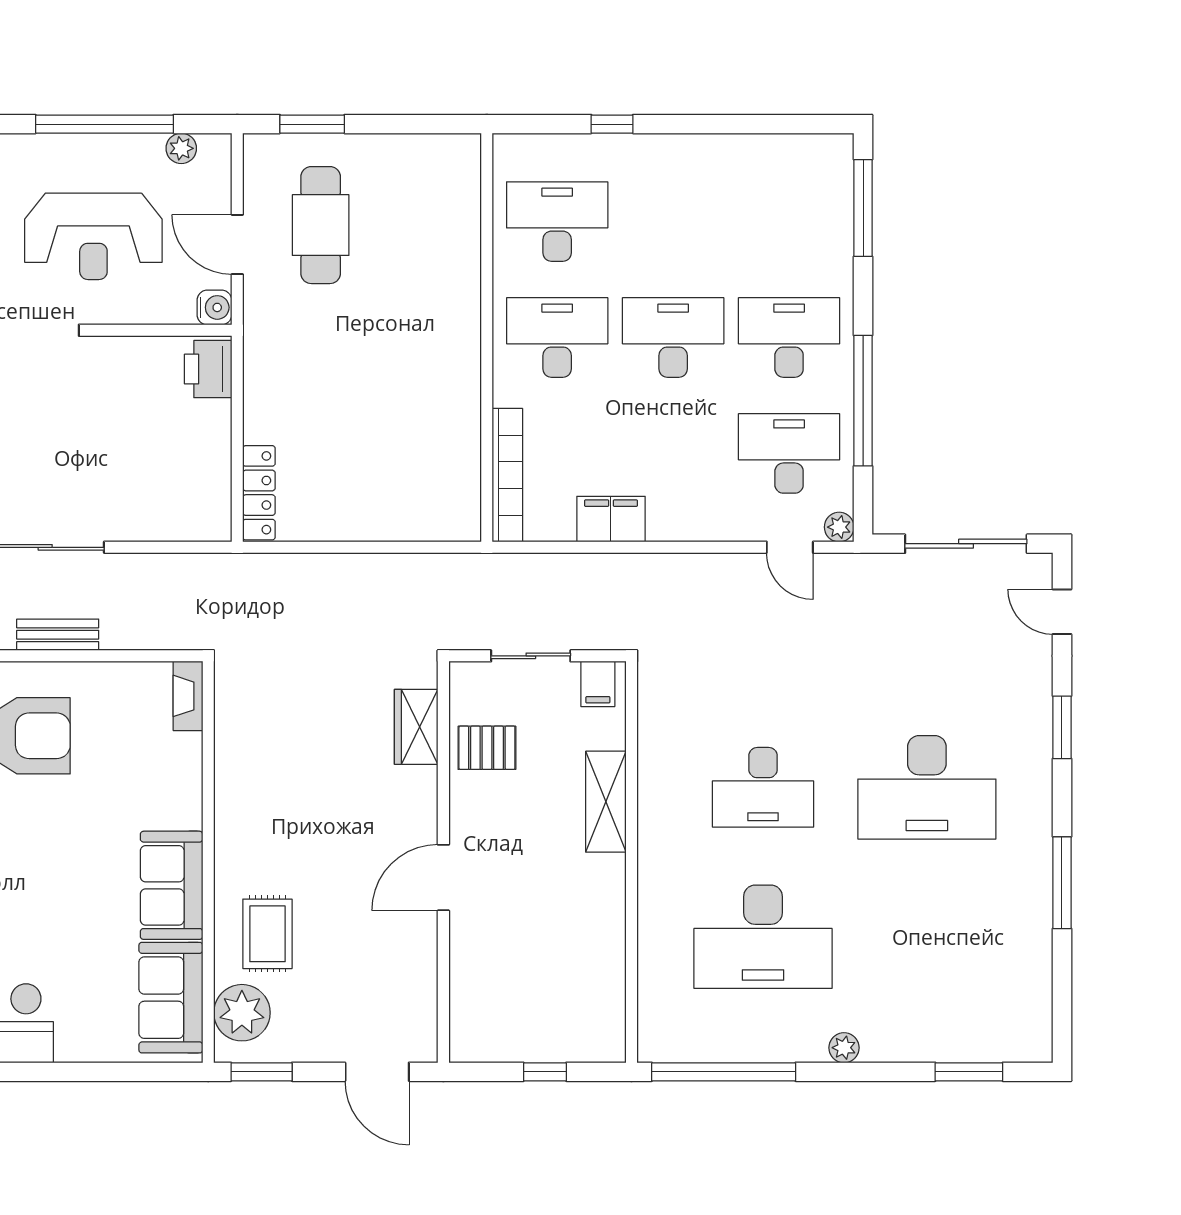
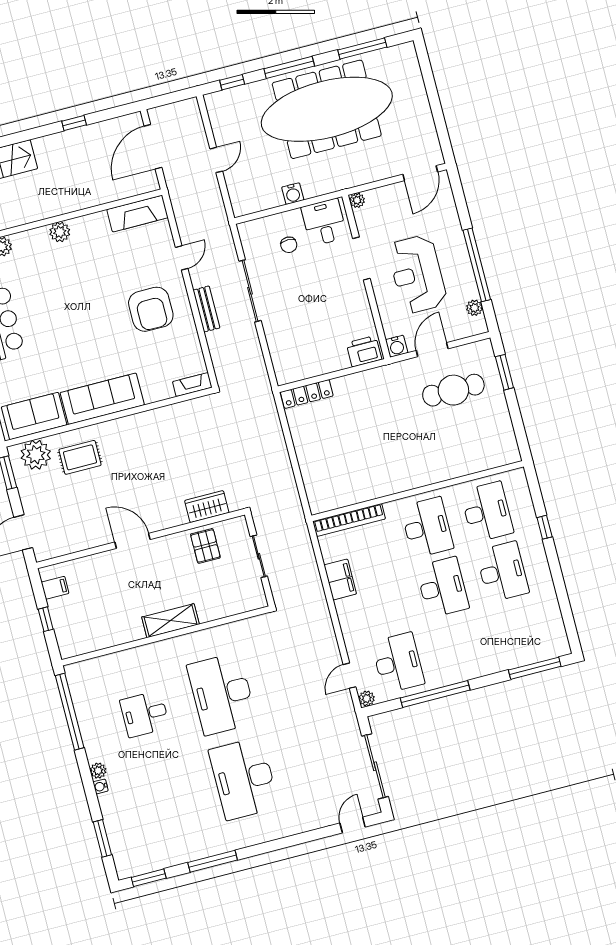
desk: (789, 337) -> (502, 572), moved
filing cabinet: (598, 684) -> (55, 588), moved, turned 180
window: (1062, 727) -> (149, 878), moved
desk: (763, 787) -> (222, 694), width x1.36, depth x1.30
shelving: (606, 802) -> (170, 621), moved
sofa: (172, 885) -> (102, 399), width x1.36
desk: (763, 937) -> (145, 714), width x0.53, depth x0.77
water cooler: (874, 1051) -> (101, 786), added

